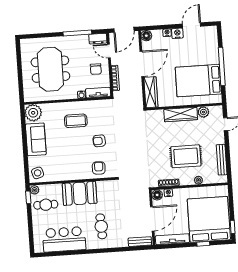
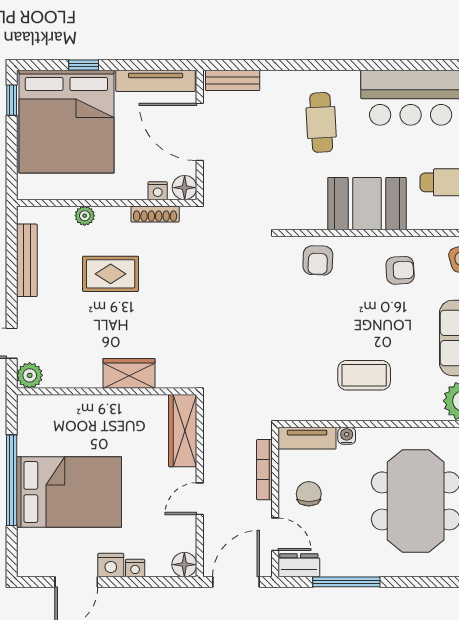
door: (142, 64) -> (200, 499), width x0.53
bed: (198, 81) -> (69, 492), moved
plant: (203, 112) -> (30, 375), moved
wardrobe: (181, 114) -> (129, 373), width x0.67
armchair: (99, 141) -> (400, 270), moved
rug: (186, 156) -> (111, 274), width x0.73, depth x0.70
door: (152, 219) -> (200, 132), hinge flipped

